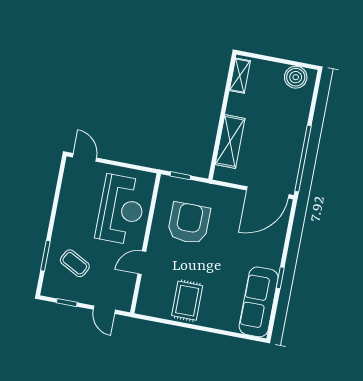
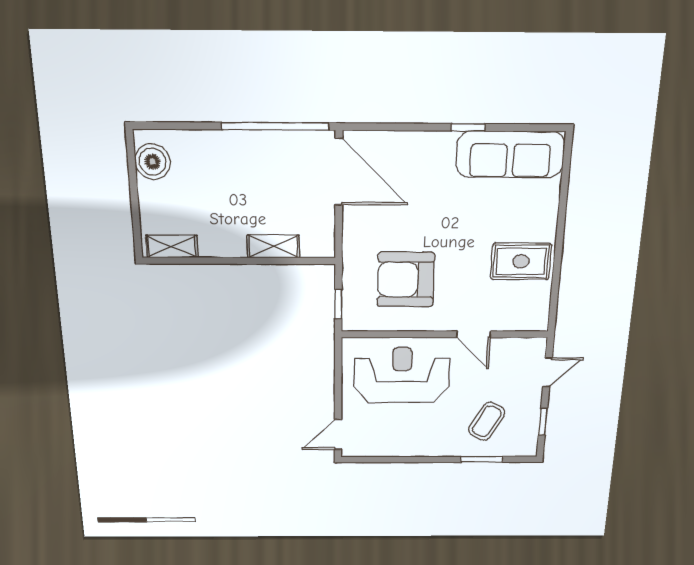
shelving: (230, 141) -> (273, 246), width x0.67, depth x0.75

